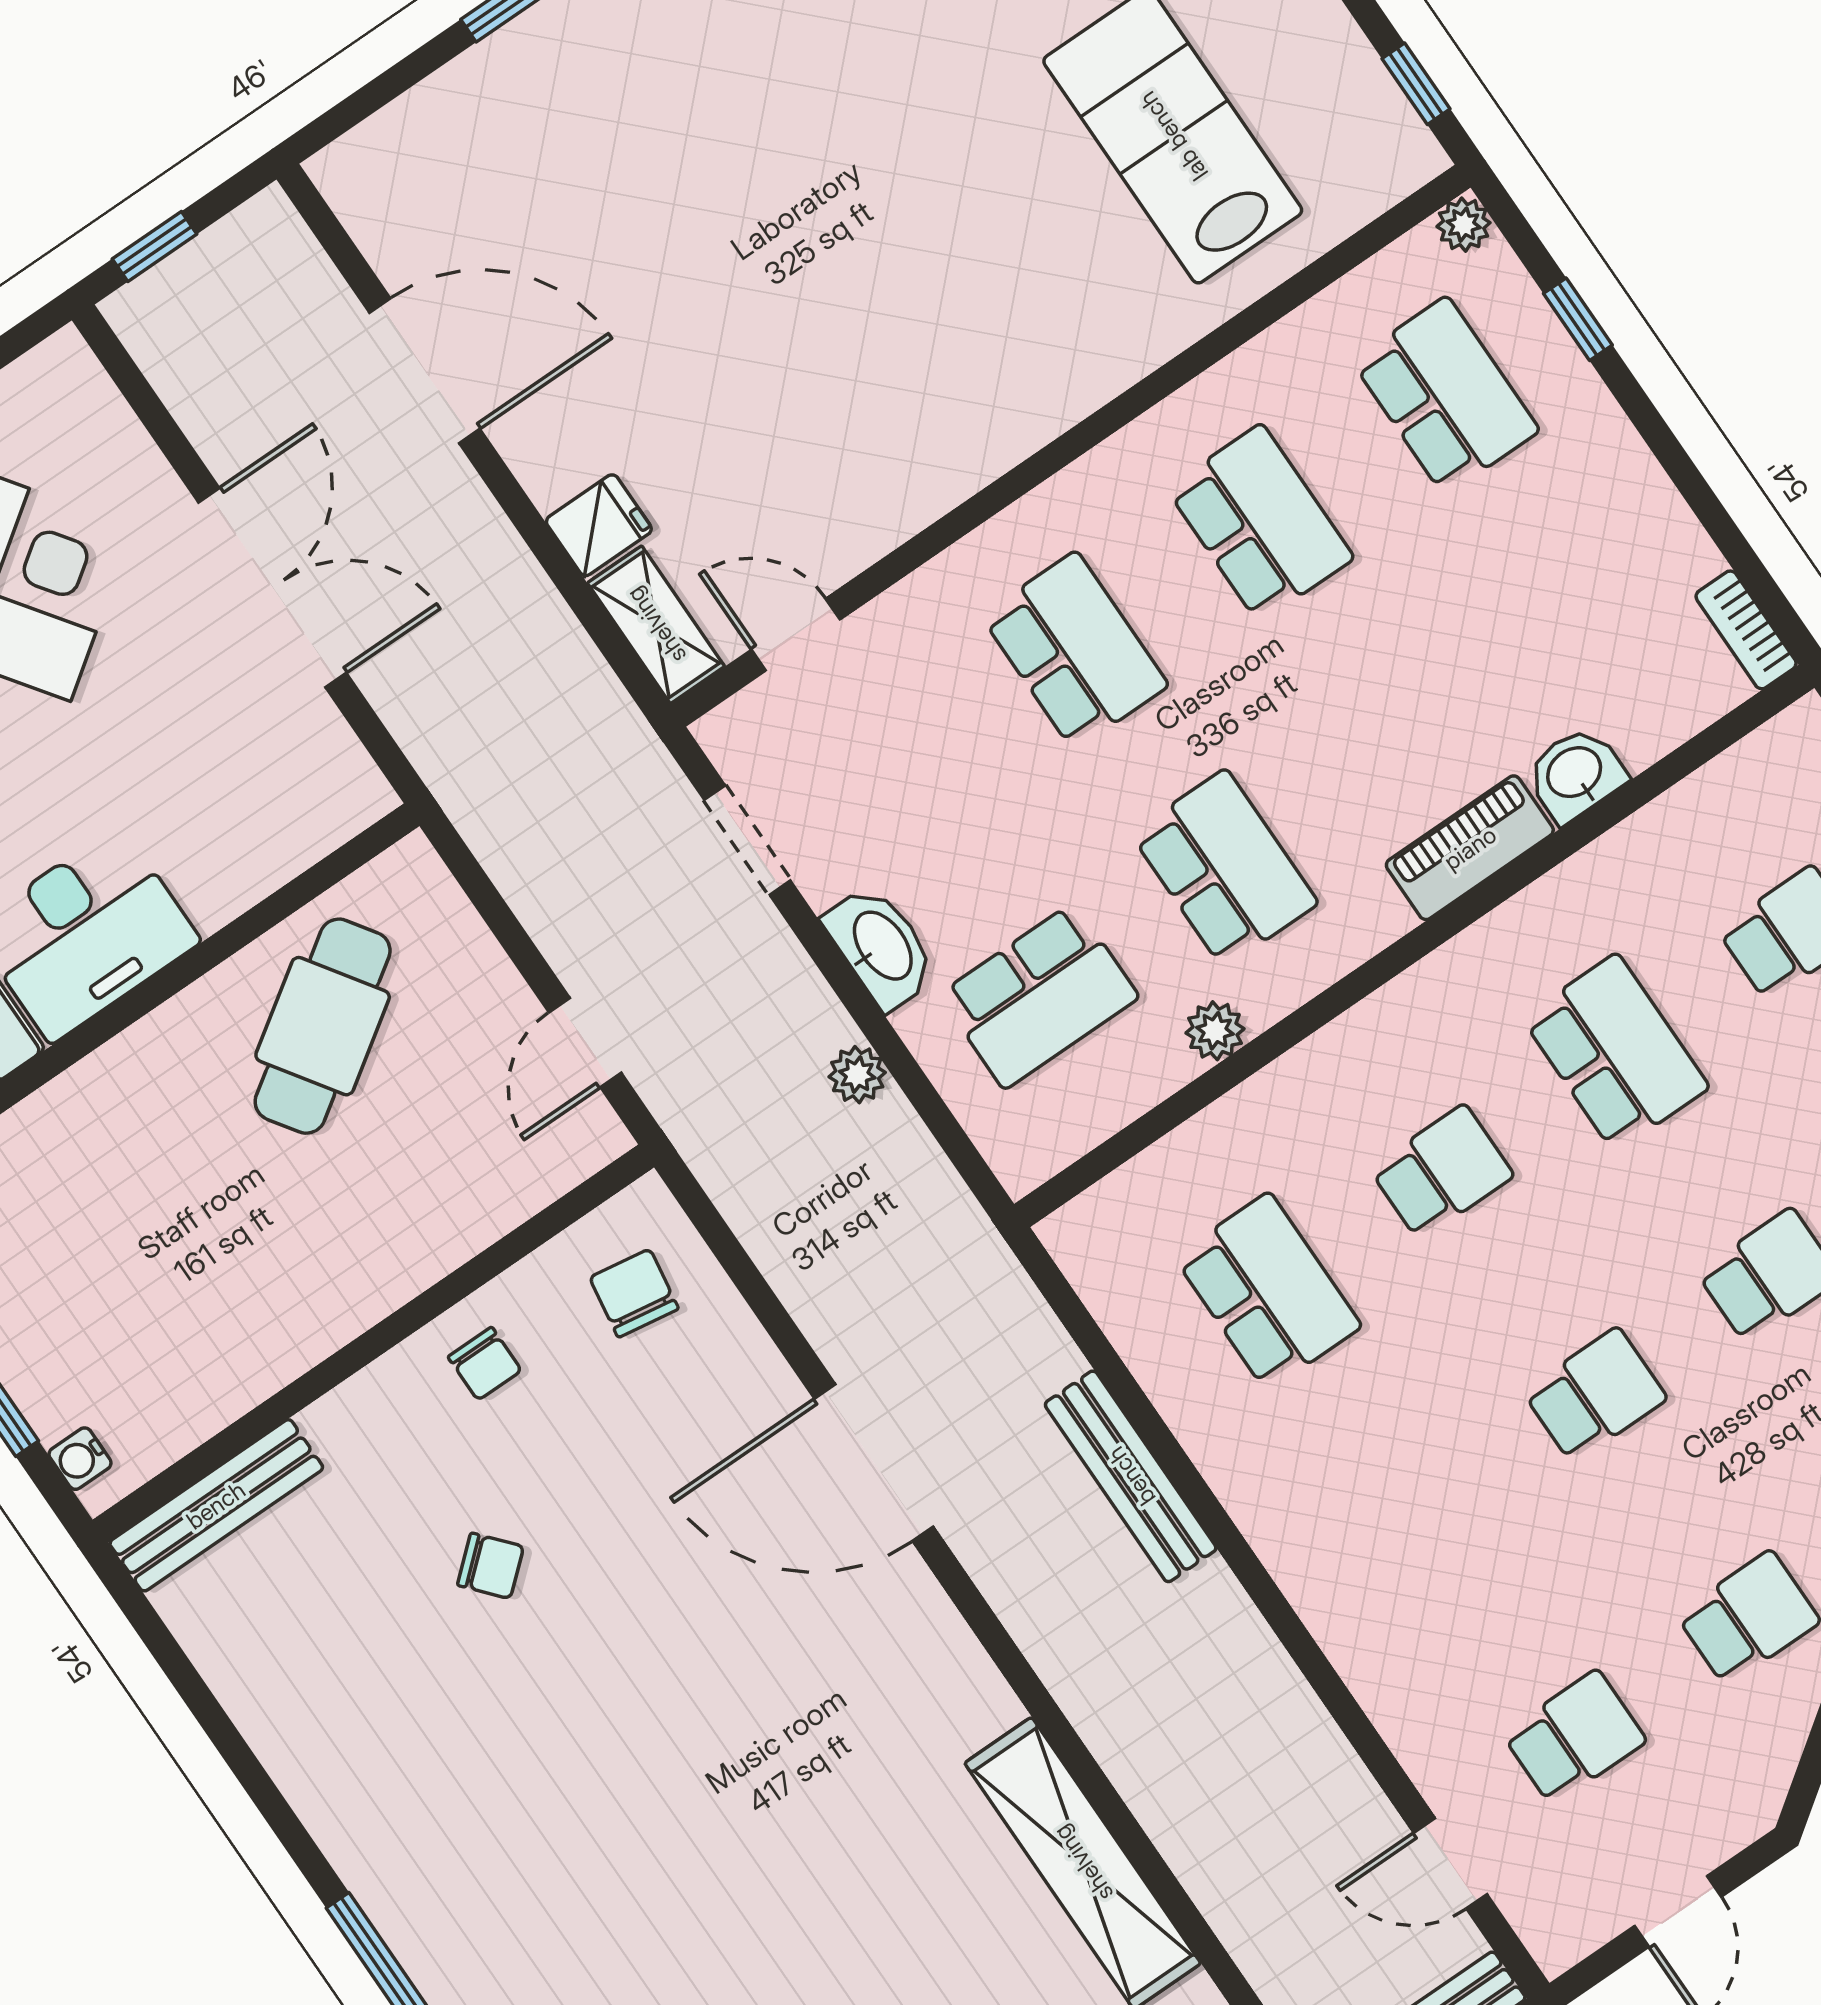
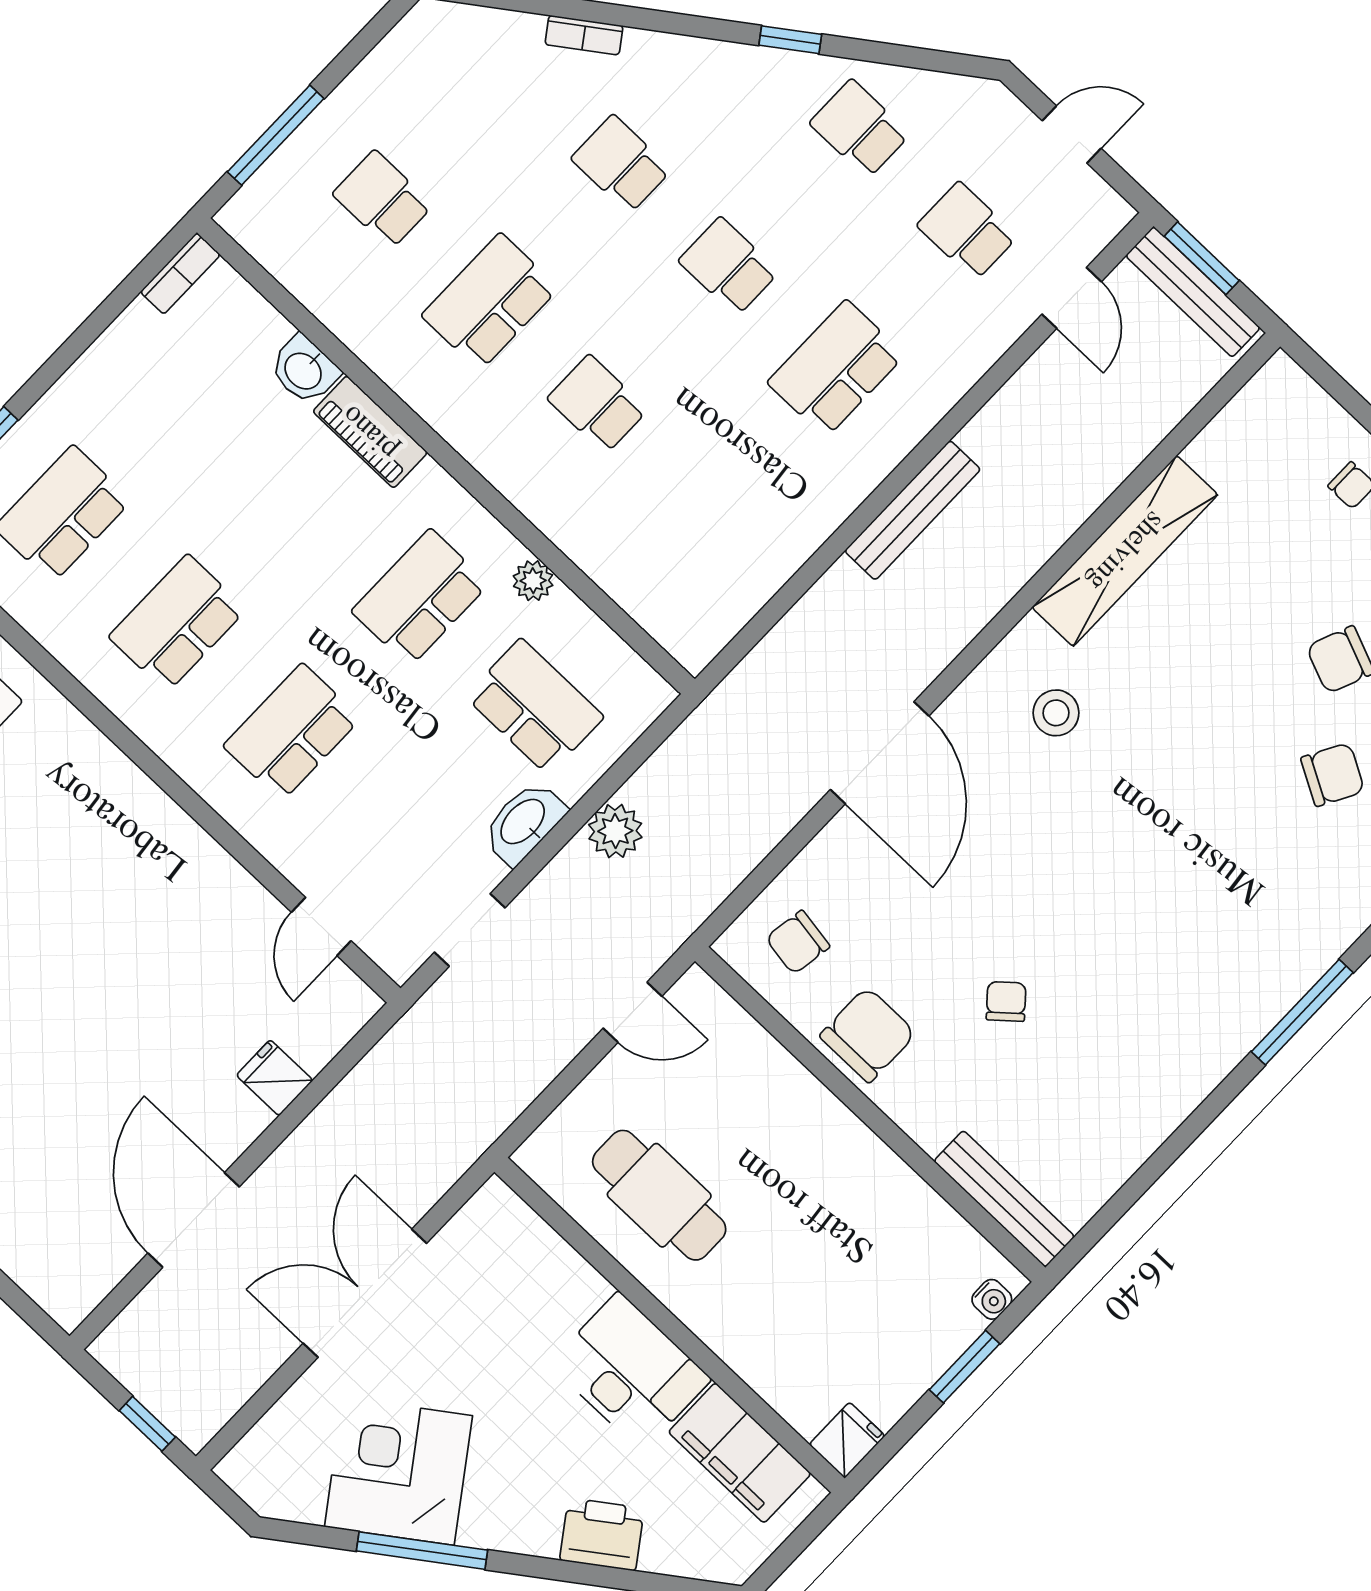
shelving: (656, 625) -> (335, 1024), removed
cafe table: (323, 1026) -> (659, 1195), turned 34
plant: (857, 1075) -> (615, 831), width x1.38, depth x1.38
school desk: (1268, 1292) -> (836, 369), moved
chair: (485, 1364) -> (868, 1035), width x1.87, depth x1.87
bench: (1131, 1476) -> (913, 510), moved
stool: (878, 1720) -> (1056, 713), added

